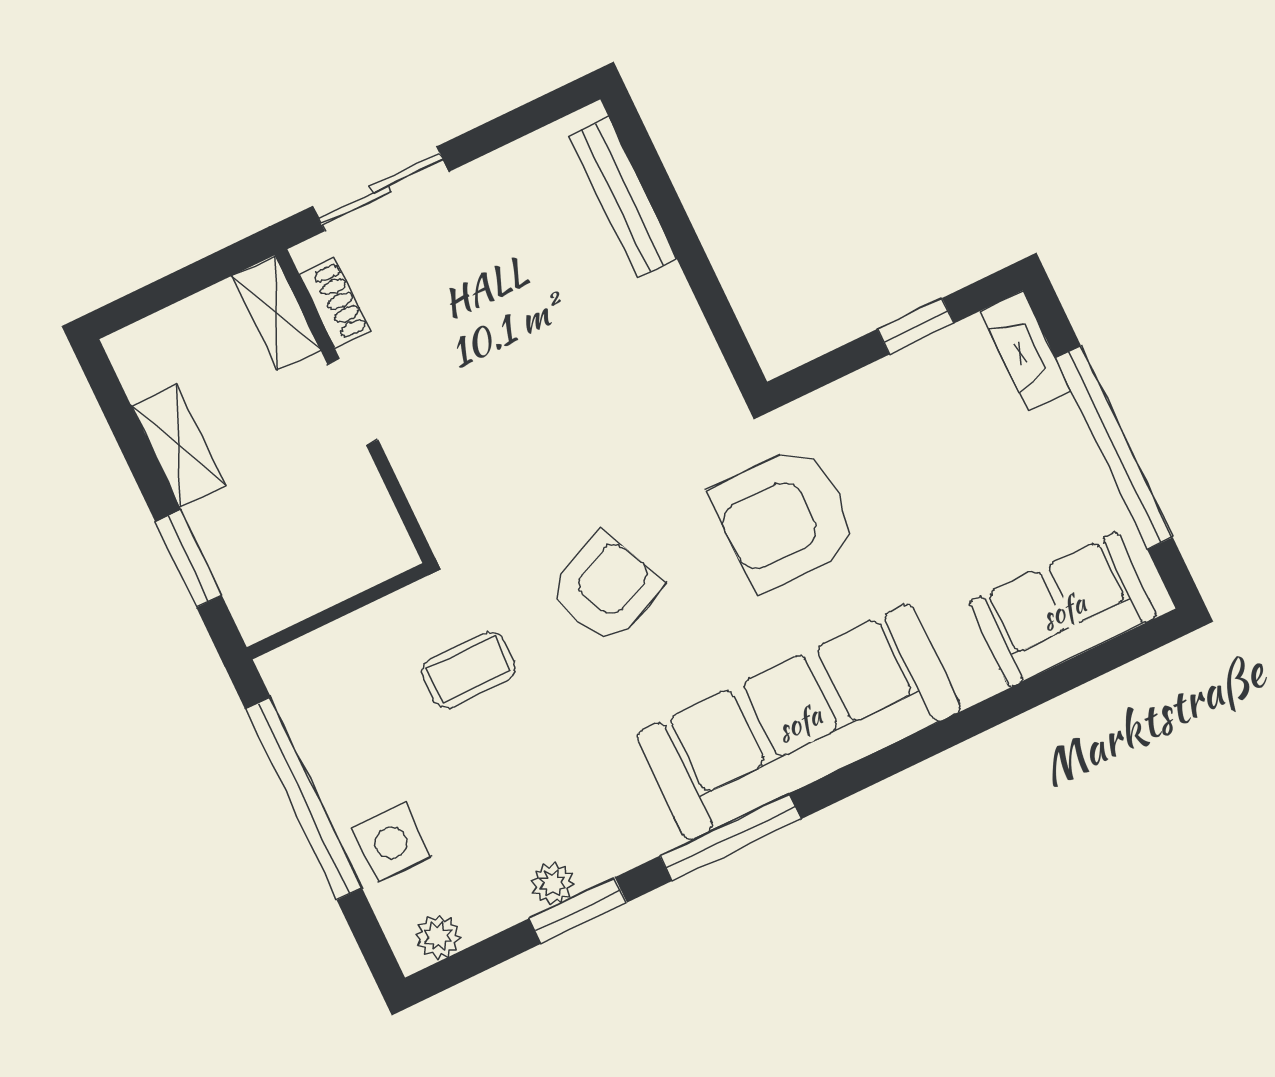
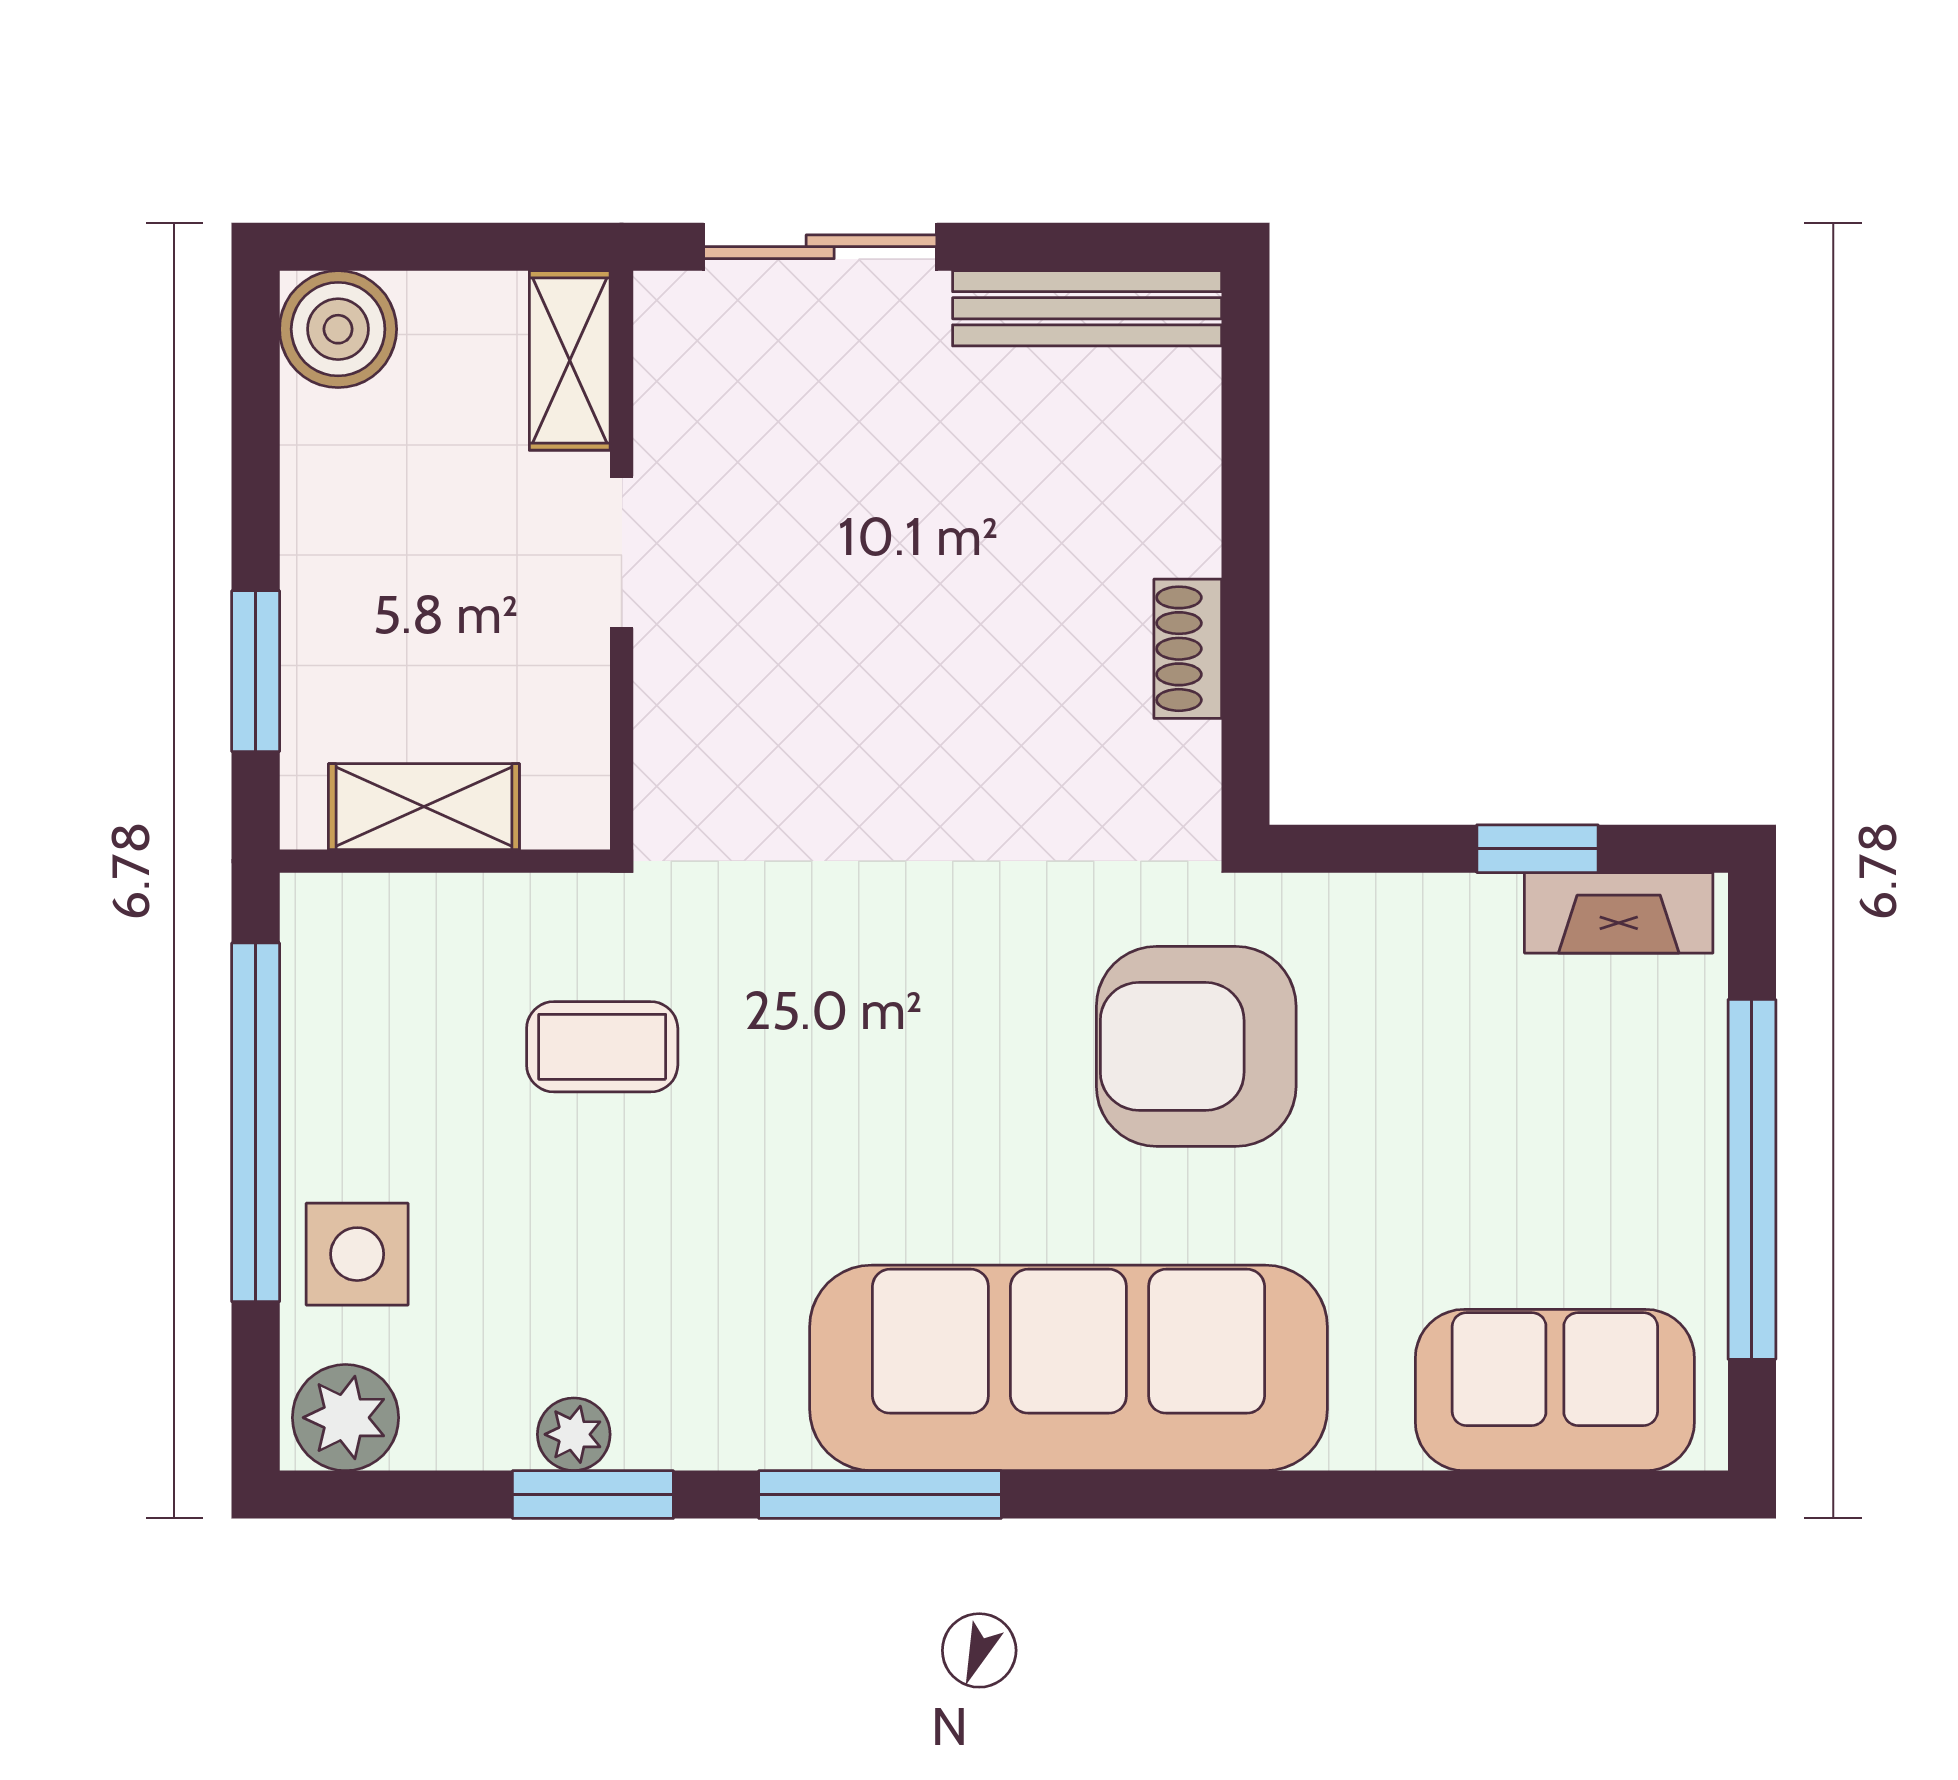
bench: (623, 197) -> (1087, 308), moved, turned 90
shoe rack: (335, 303) -> (1188, 649), moved, turned 180
fireplace: (1026, 351) -> (1619, 913), moved, turned -90
boiler: (145, 356) -> (338, 329), added
shelving: (178, 445) -> (424, 807), moved, turned 90
armchair: (605, 588) -> (871, 1022), removed
plant: (438, 937) -> (345, 1418), width x1.38, depth x1.38

